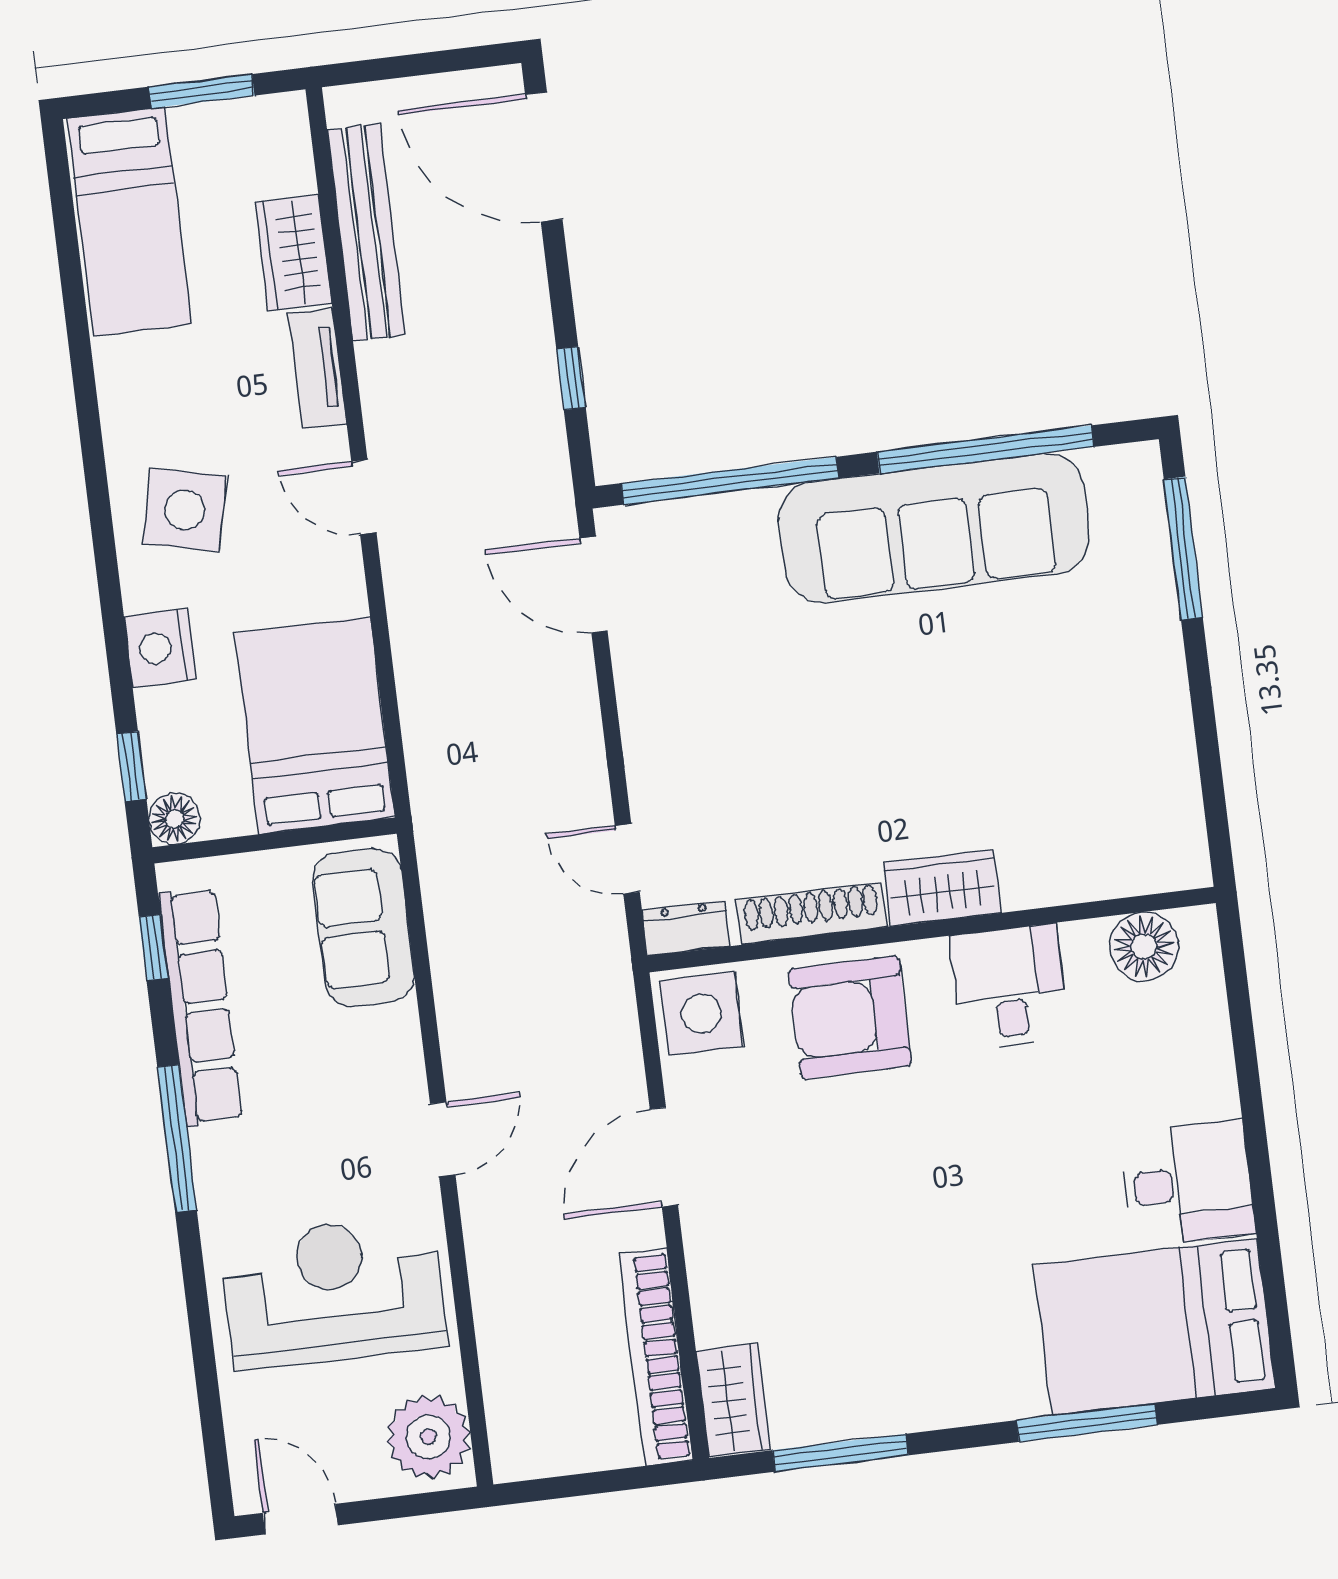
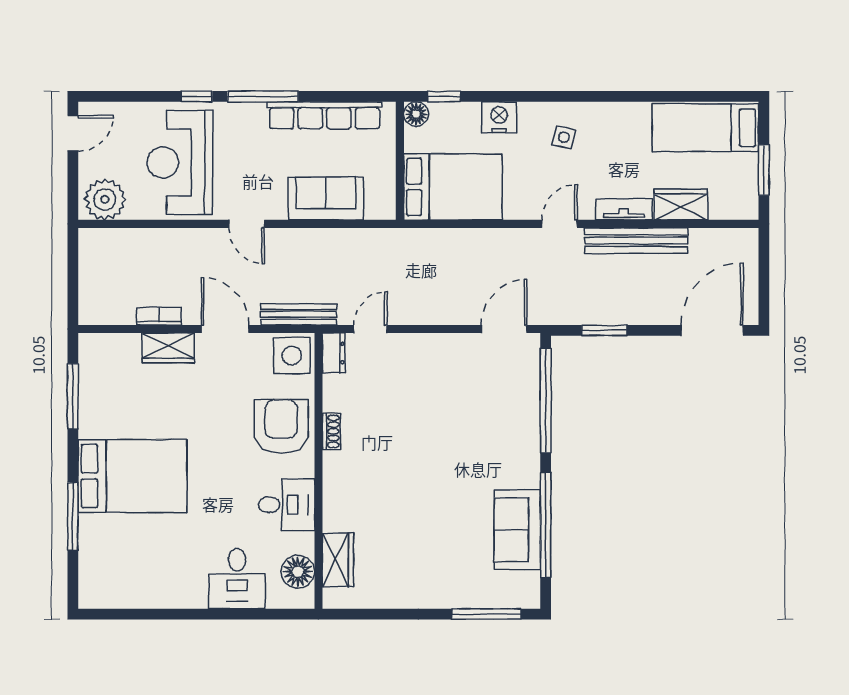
bench: (366, 232) -> (636, 241), moved
window: (571, 378) -> (604, 330), width x1.50
side table: (185, 510) -> (564, 137), width x0.54, depth x0.54
sofa: (934, 528) -> (517, 530), width x0.54, depth x0.79
wardrobe: (942, 888) -> (338, 560), moved
shoe rack: (811, 913) -> (331, 431), width x0.51, depth x0.81
sofa: (363, 927) -> (326, 198), moved
window: (154, 948) -> (197, 96), moved
bench: (616, 1010) -> (299, 314), added
desk: (1187, 1183) -> (237, 579), moved
reception desk: (333, 1292) -> (180, 162), turned 180
bed: (1155, 1327) -> (132, 476), moved, turned 90
bookcase: (656, 1357) -> (159, 316), width x0.43, depth x0.76
wardrobe: (733, 1400) -> (168, 348), moved

